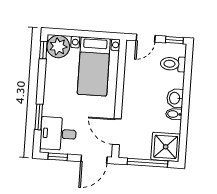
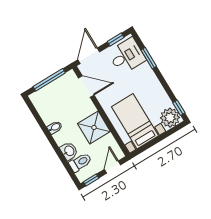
washbasin: (175, 98) -> (69, 151), moved
shower: (166, 147) -> (94, 127), moved

